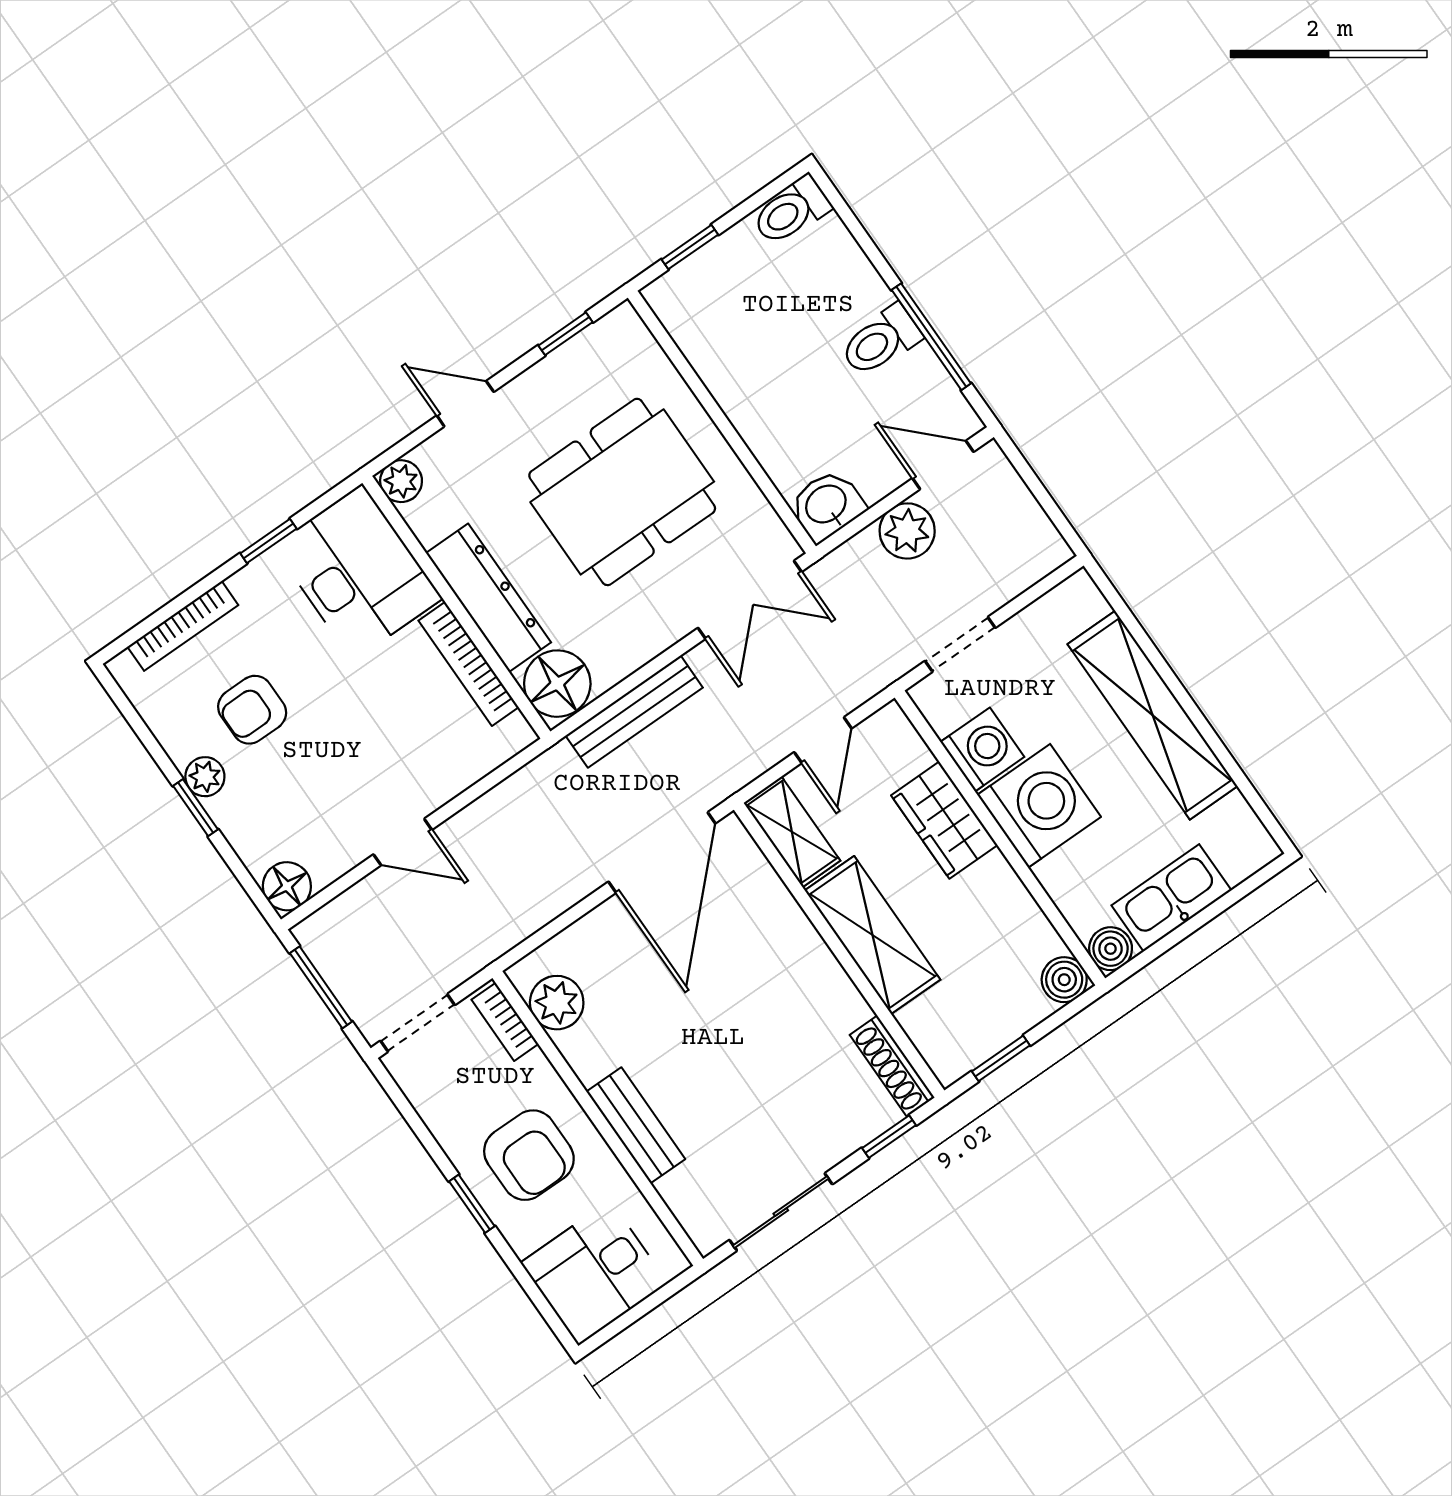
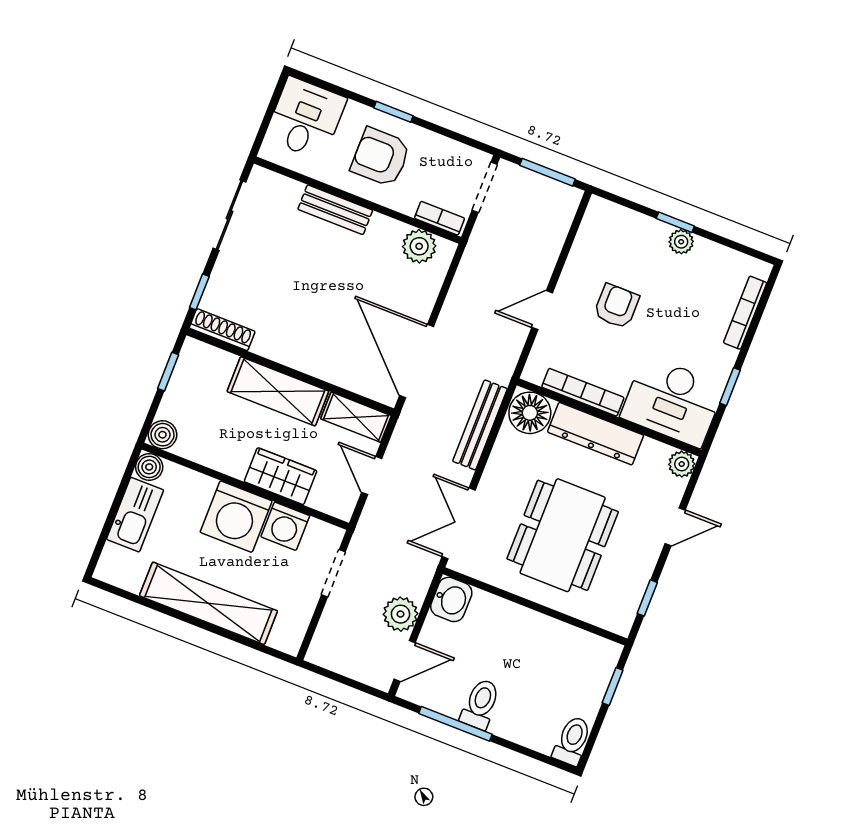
armchair: (252, 710) -> (616, 306), moved
door: (403, 842) -> (542, 310), moved
floor lamp: (287, 886) -> (600, 213), removed

